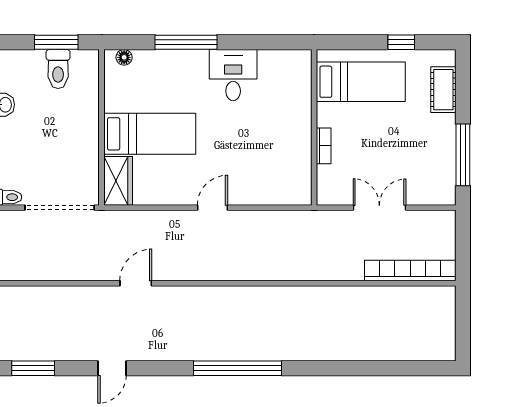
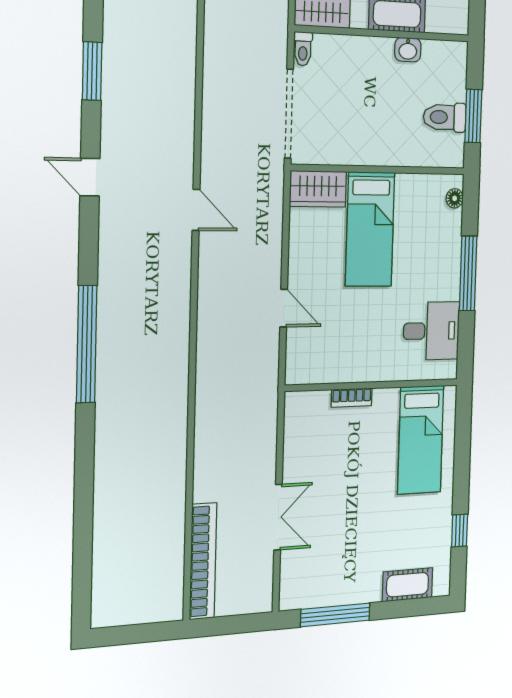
bed: (361, 82) -> (421, 440), moved
wall: (314, 127) -> (373, 385), moved
bookcase: (324, 146) -> (352, 398), moved

